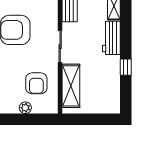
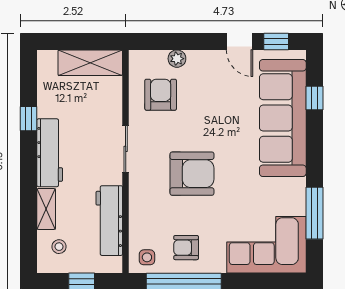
workbench: (111, 38) -> (50, 153), width x1.38
shelving: (71, 86) -> (90, 63), moved, turned 90

